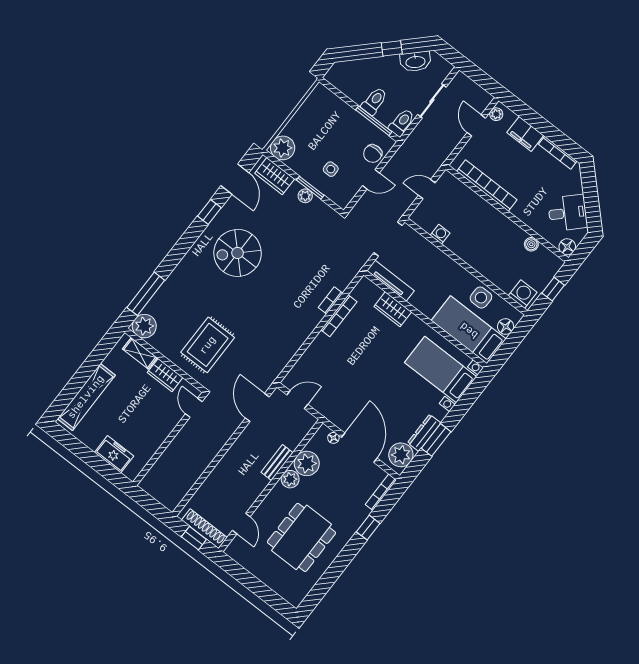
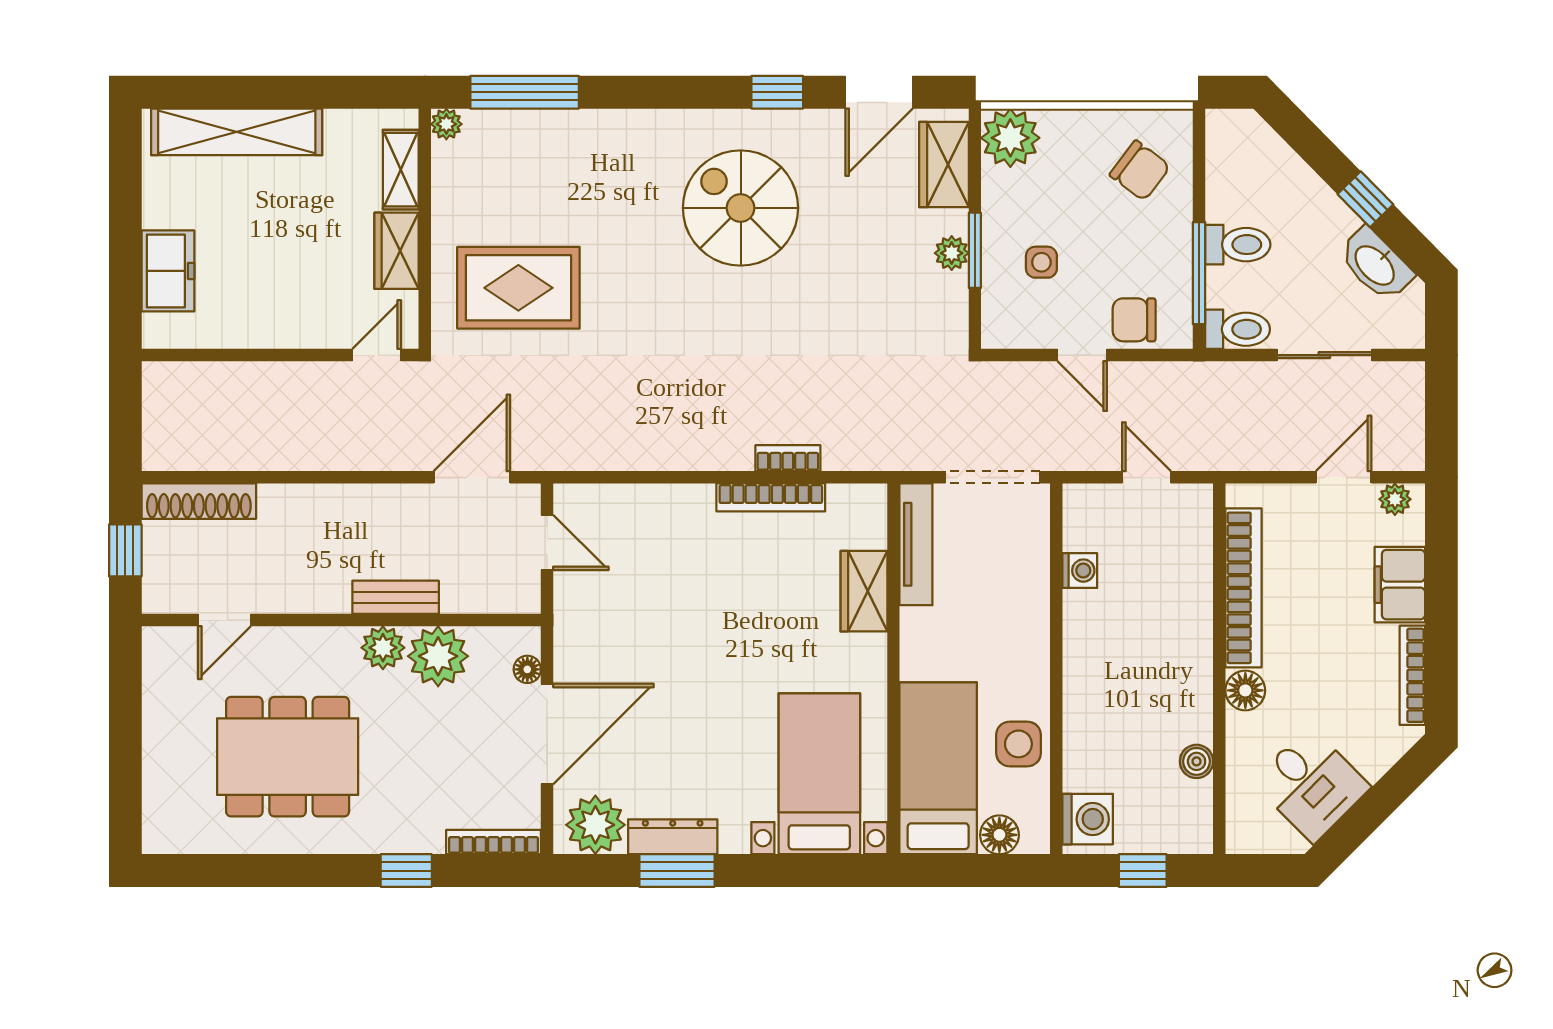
chair: (326, 114) -> (1140, 171), added
floor lamp: (567, 247) -> (1245, 690), moved
plant: (144, 326) -> (446, 124), width x0.53, depth x0.53
shoe rack: (204, 529) -> (199, 501), moved, turned 90

